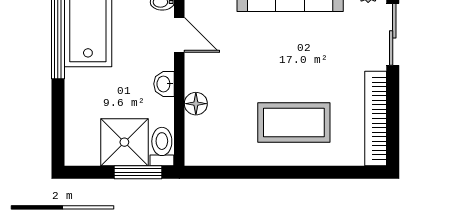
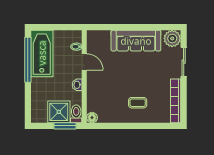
floor lamp: (196, 104) -> (92, 118), moved
coffee table: (294, 122) -> (138, 103), width x0.54, depth x0.58

